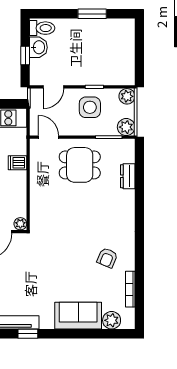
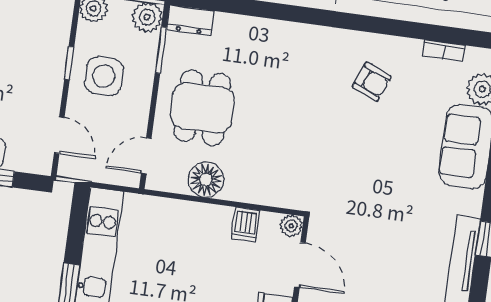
dishwasher: (18, 163) -> (245, 225), moved
floor lamp: (40, 172) -> (206, 180), added
dresser: (128, 176) -> (190, 20), moved
bookcase: (130, 289) -> (444, 51), width x0.64

